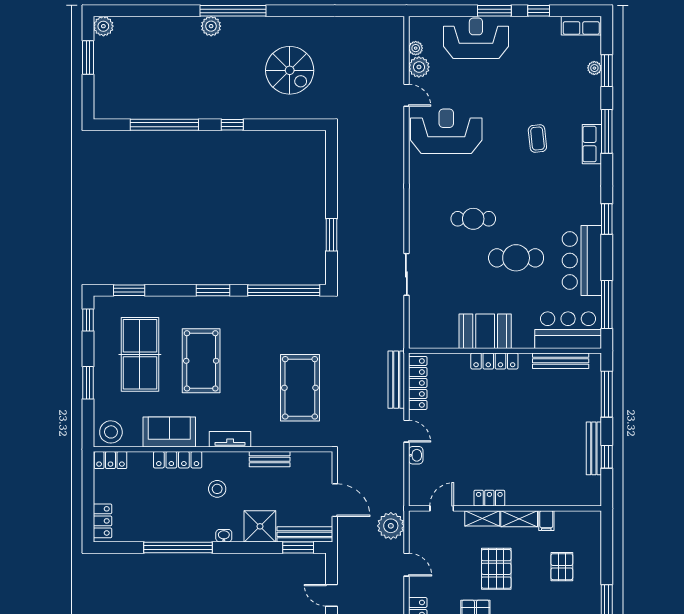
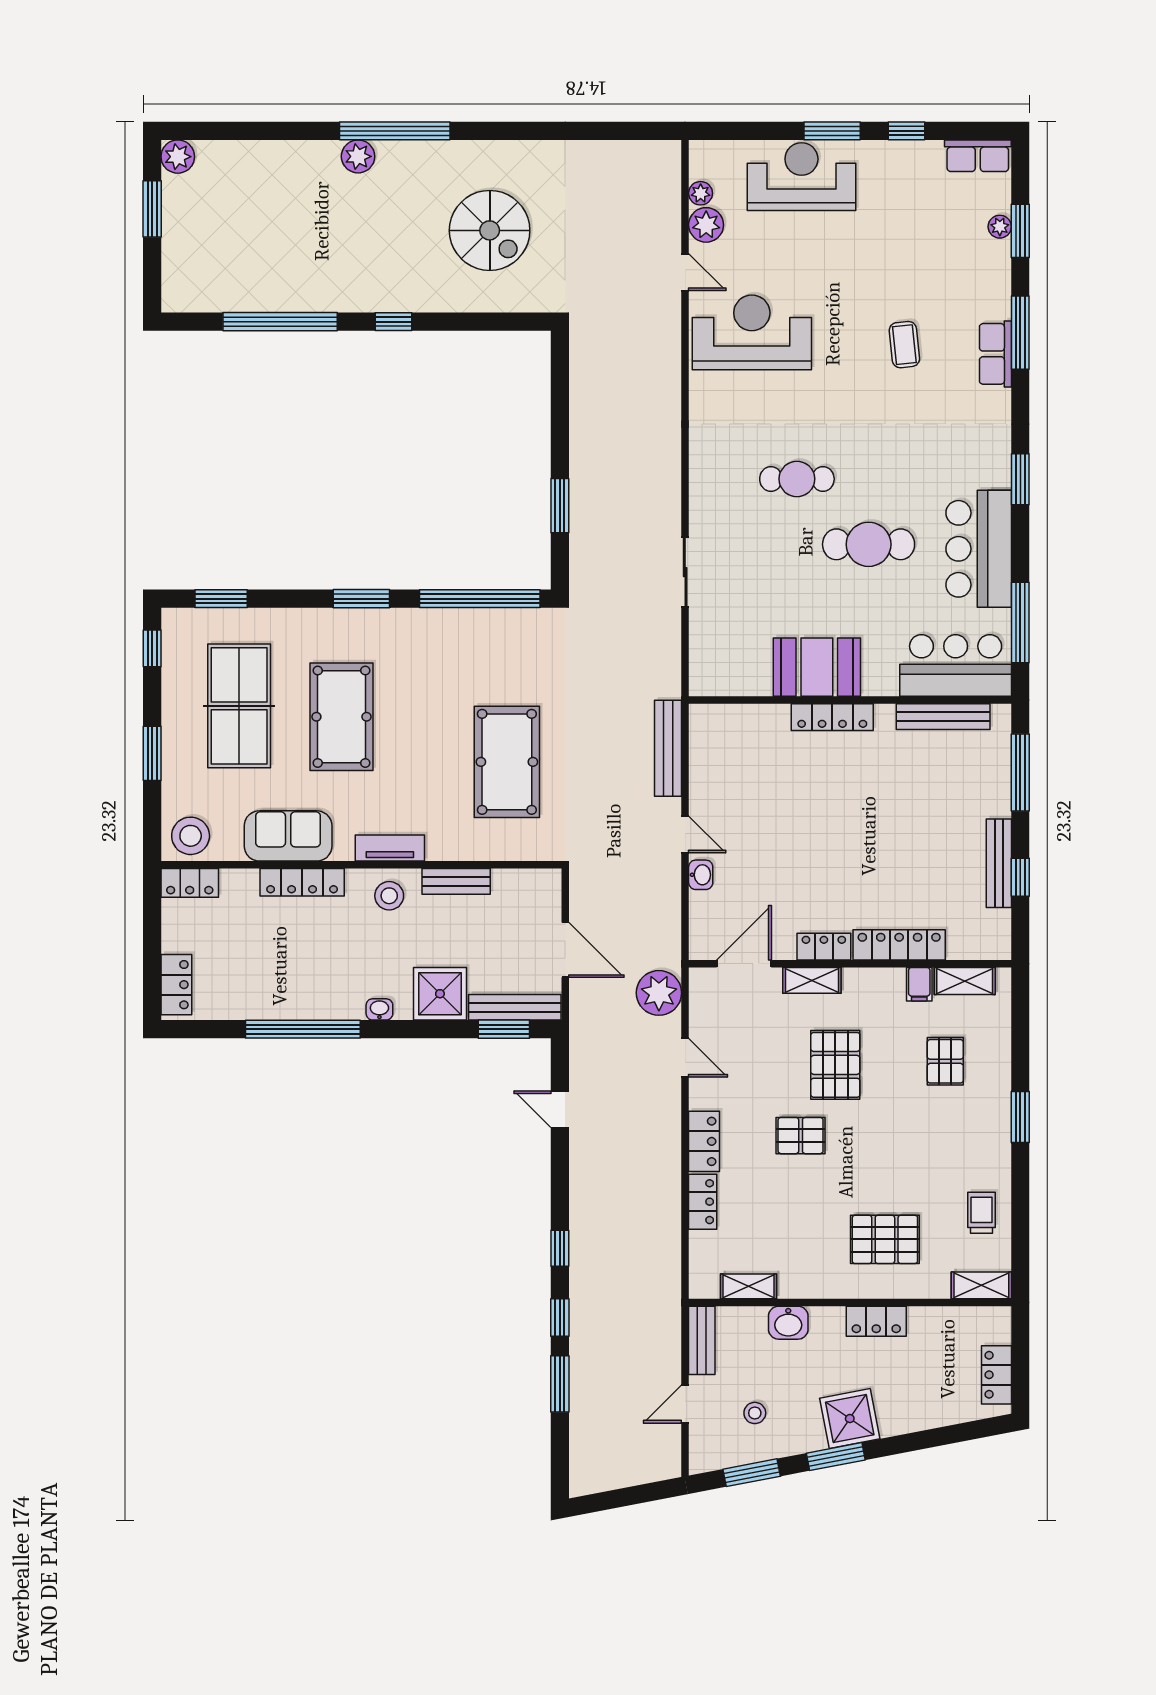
locker: (418, 383) -> (899, 945), moved, turned -90
stool: (217, 489) -> (389, 896), moved
door: (442, 508) -> (744, 964), width x1.38
shelving: (519, 519) -> (965, 981), moved

